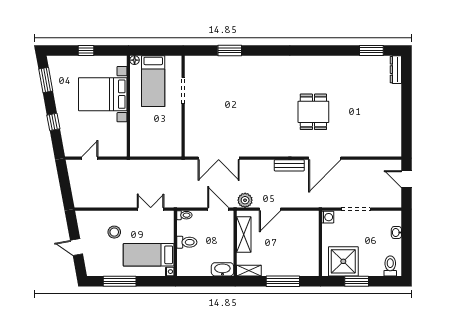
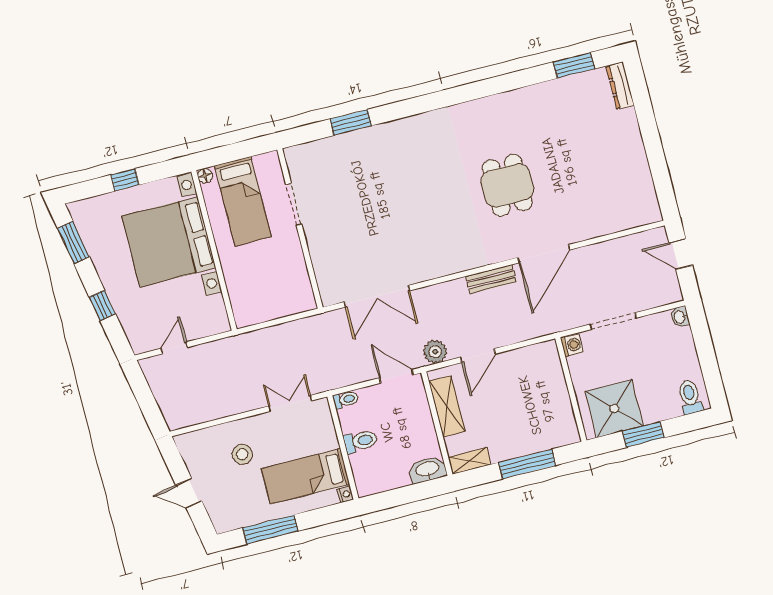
bed with nightstands: (103, 94) -> (169, 242), width x1.36
washbasin: (396, 233) -> (680, 317), moved

